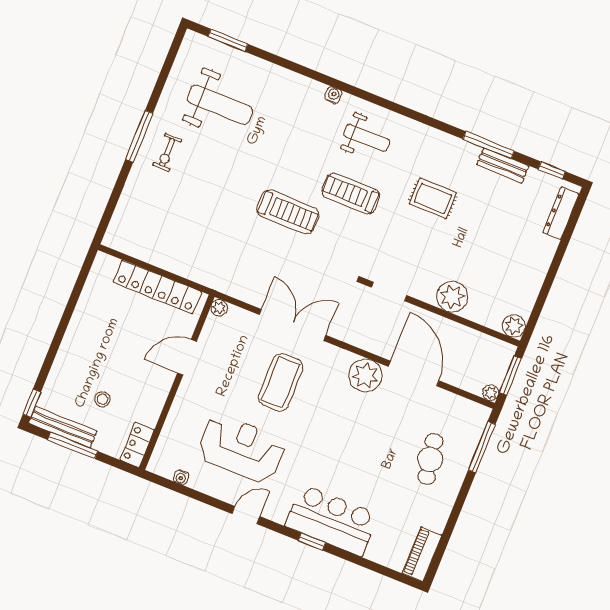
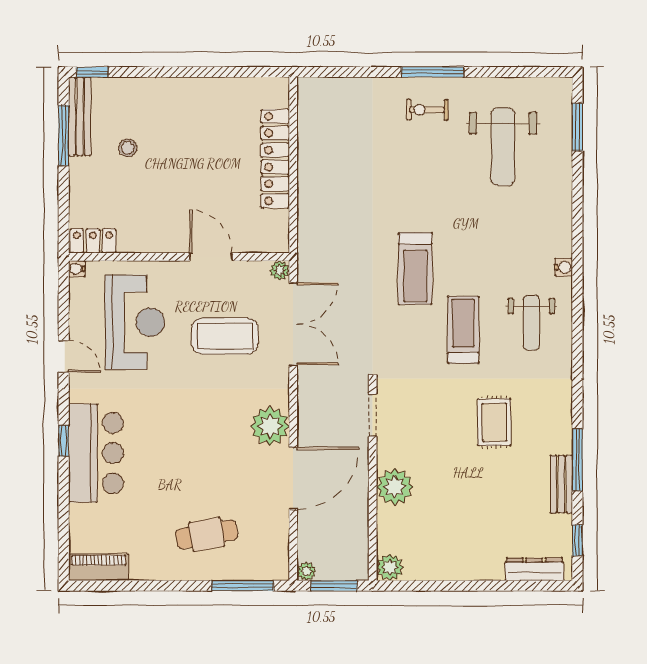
plant: (219, 308) -> (280, 270), moved
door: (187, 357) -> (211, 257), moved
wall: (177, 382) -> (179, 257), moved
locker: (137, 445) -> (93, 241), moved

